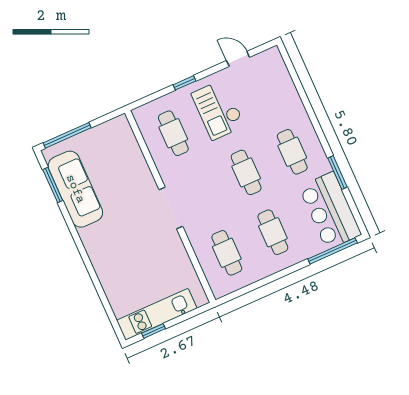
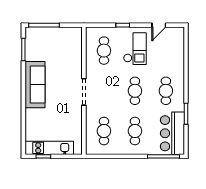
door: (238, 59) -> (159, 25), swing flipped
checkout: (218, 110) -> (135, 49), turned 180
sofa: (75, 189) -> (35, 85), moved

